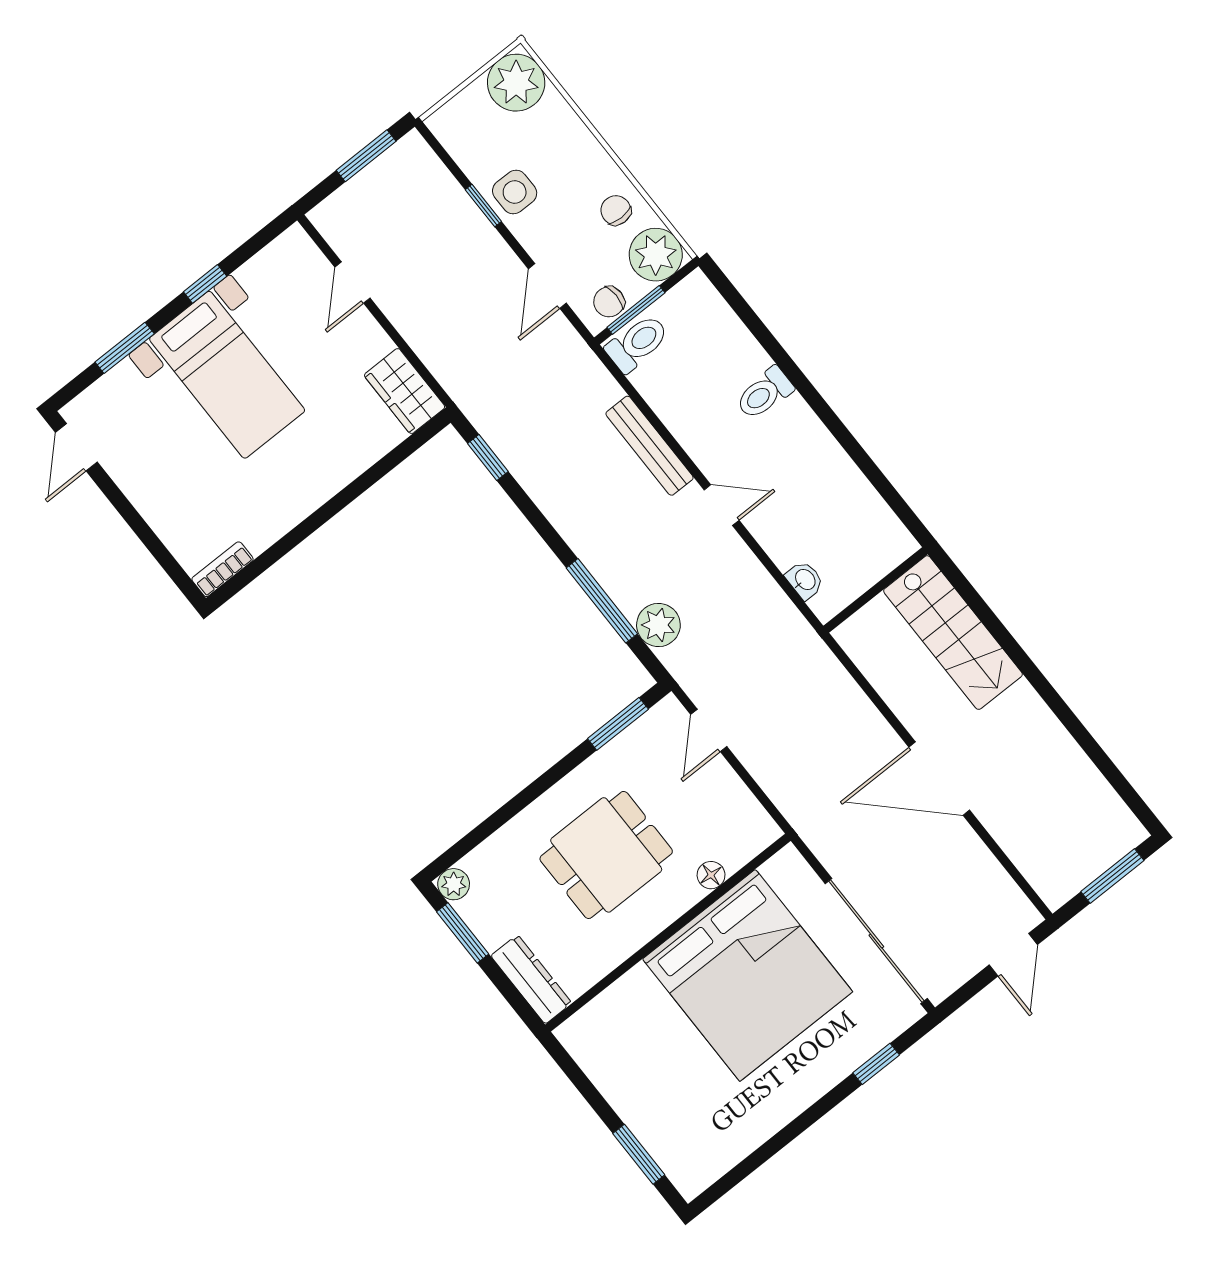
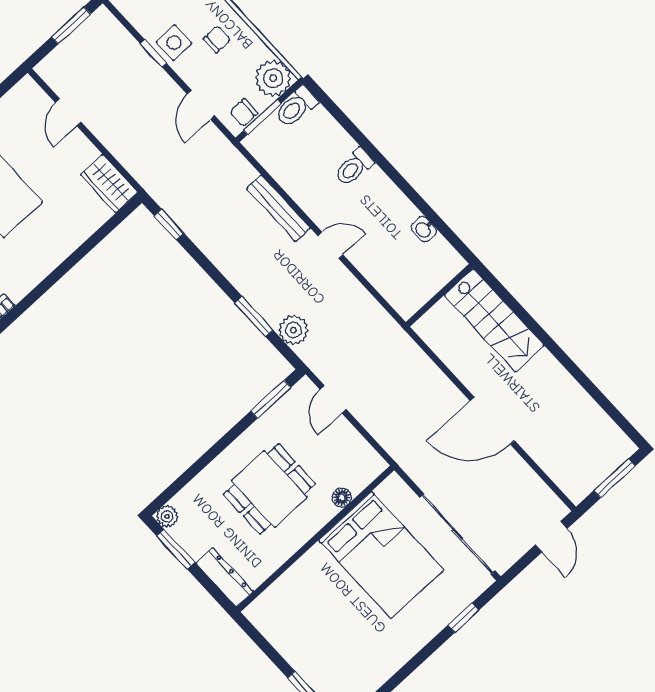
chair: (616, 210) -> (217, 39), moved, turned 90
toilet: (637, 343) -> (296, 107), moved, turned 180
washbasin: (805, 580) -> (424, 229), moved, turned 180
window: (602, 601) -> (254, 316), width x0.69
bed: (748, 975) -> (381, 555), width x0.73

